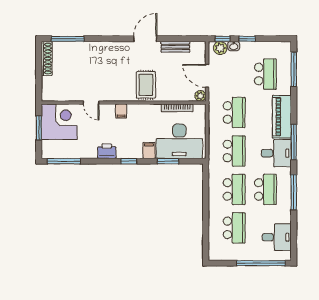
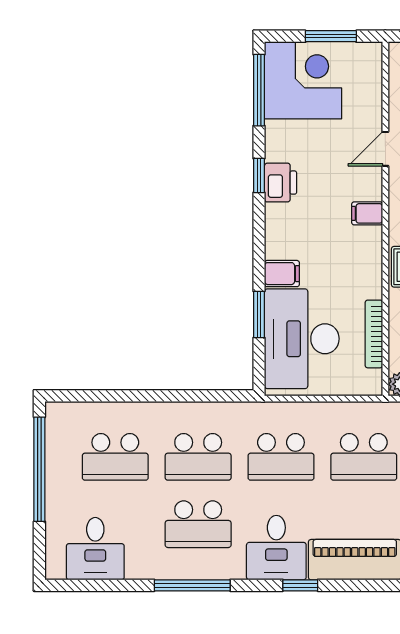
corner desk: (59, 122) -> (303, 80), moved, turned -90
window: (294, 142) -> (300, 585), width x0.46
window: (129, 161) -> (259, 176), moved
window: (261, 263) -> (39, 469), moved

